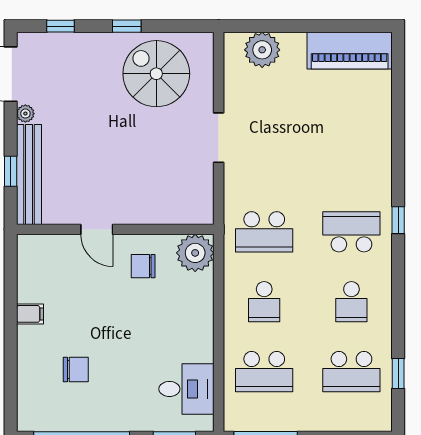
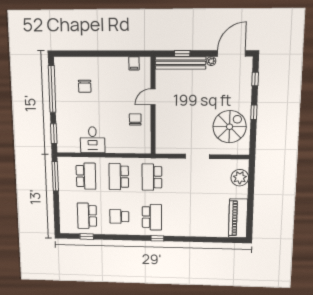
plant: (195, 253) -> (142, 145), removed
school desk: (264, 302) -> (119, 177), width x1.85
filing cabinet: (30, 314) -> (134, 63), moved
school desk: (264, 372) -> (86, 176), turned 180
desk: (186, 389) -> (93, 140), moved

